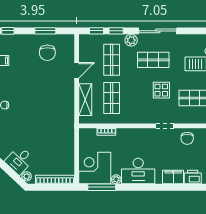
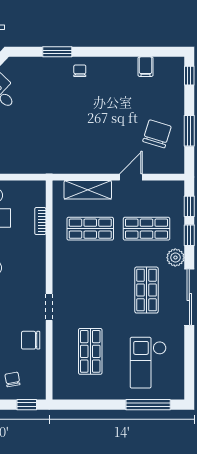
chair: (47, 53) -> (157, 134), turned 107
door: (77, 70) -> (131, 177), swing flipped
display table: (161, 90) -> (102, 302), removed

